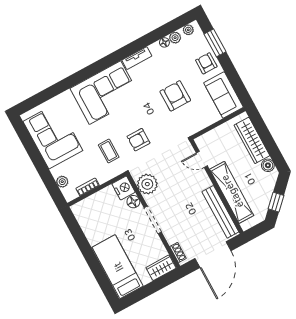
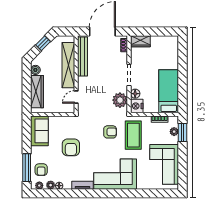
window: (215, 43) -> (27, 168), width x1.44
armchair: (206, 63) -> (41, 170), moved
coffee table: (109, 151) -> (133, 135), width x1.86, depth x1.72
door: (202, 159) -> (76, 97), swing flipped
window: (52, 186) -> (182, 133), added
bed: (118, 267) -> (169, 91), moved, turned 180

